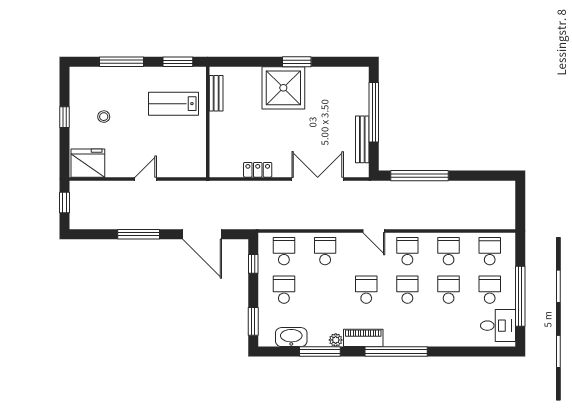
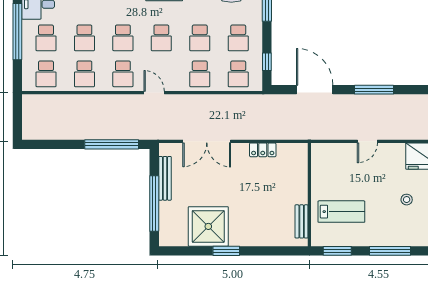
shower: (283, 88) -> (208, 226), moved
school desk: (325, 290) -> (200, 38), added

